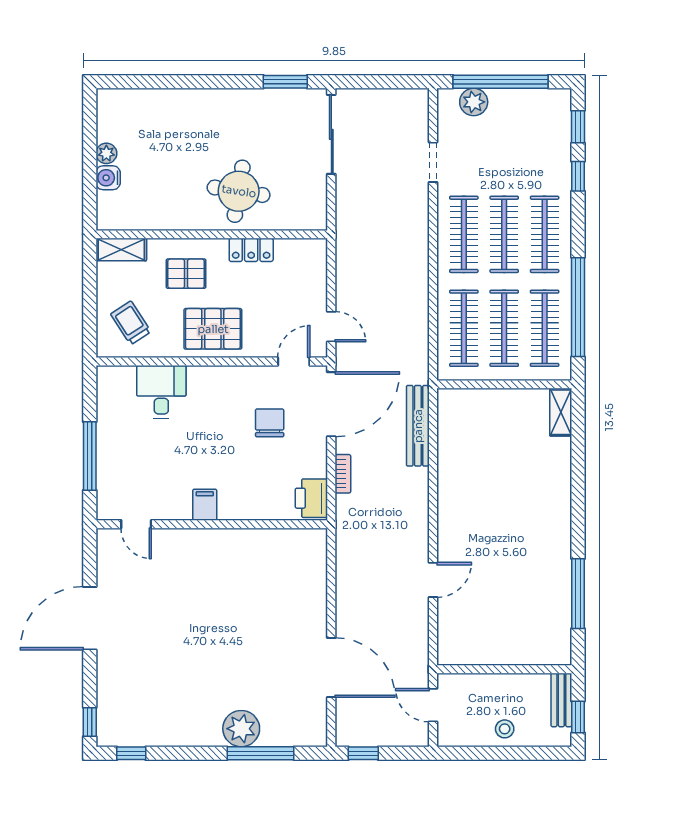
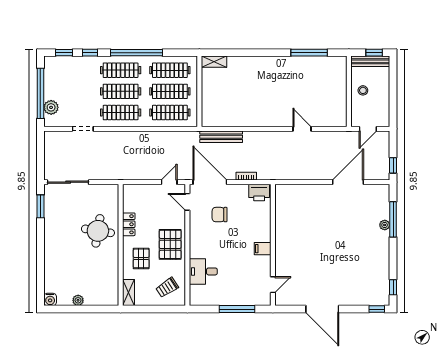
water cooler: (108, 178) -> (50, 299), moved
window: (578, 307) -> (136, 53), moved
bench: (561, 700) -> (370, 61), width x1.36
plant: (241, 729) -> (385, 225), width x0.53, depth x0.53
stool: (505, 729) -> (363, 90), moved

